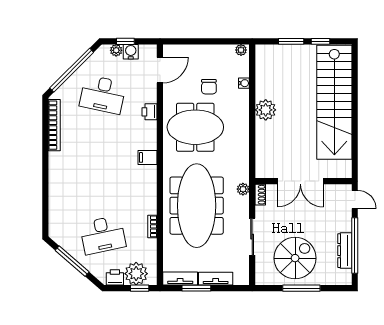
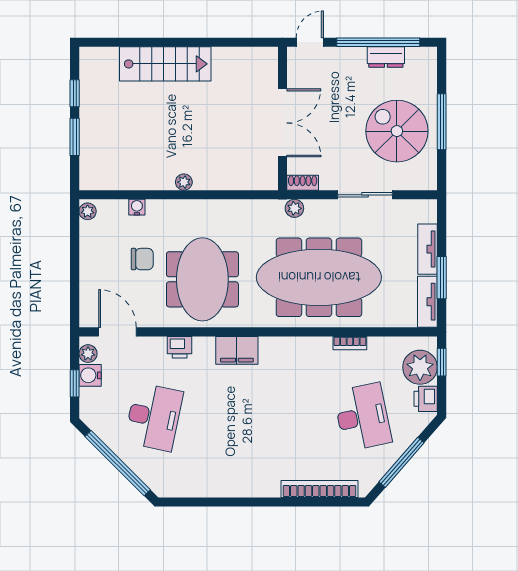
plant: (116, 50) -> (88, 354), moved
stairs: (334, 102) -> (165, 64), width x0.54, depth x0.66
plant: (266, 110) -> (184, 182), width x0.53, depth x0.53
bookcase: (54, 125) -> (319, 489), moved
filing cabinet: (148, 157) -> (237, 350), width x2.00
dresser: (345, 251) -> (386, 57), width x0.70

